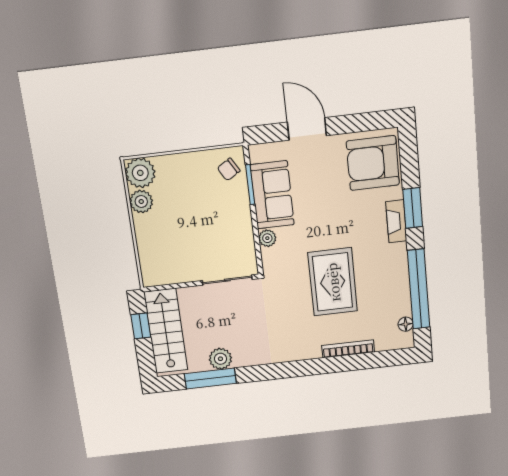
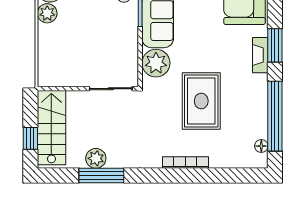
plant: (267, 238) -> (156, 63), width x1.87, depth x1.87
window: (141, 326) -> (30, 138), moved
bookcase: (348, 349) -> (185, 163), moved
window: (210, 379) -> (101, 175), moved

